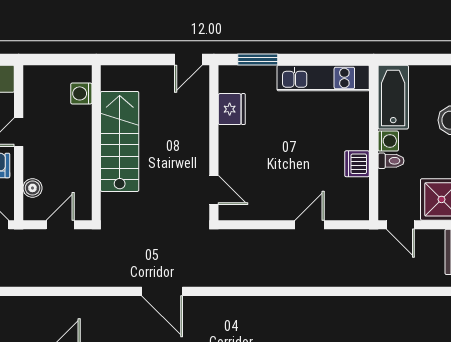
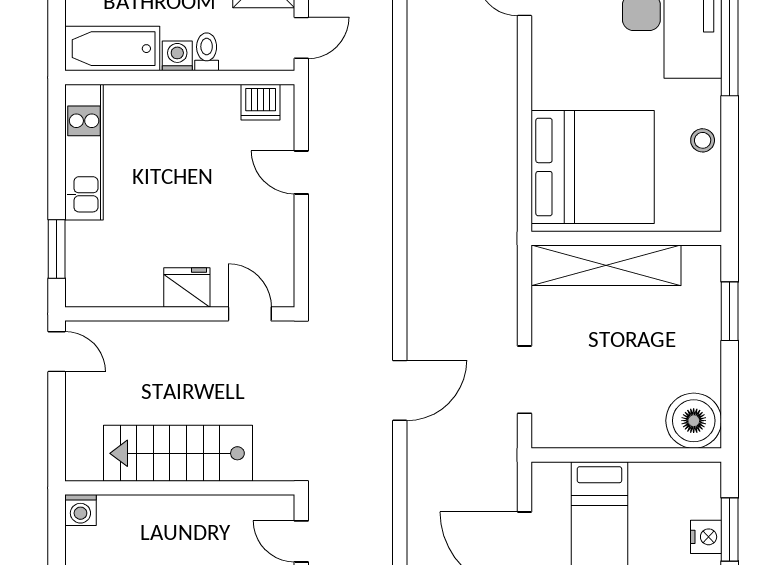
washing machine: (81, 93) -> (80, 510), moved
fridge: (232, 109) -> (187, 287), moved
dishwasher: (357, 164) -> (261, 102), moved
door: (214, 190) -> (250, 314), hinge flipped

